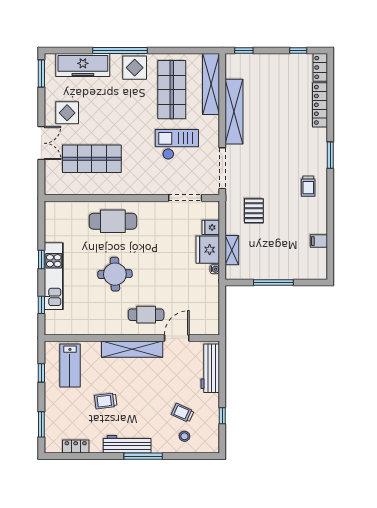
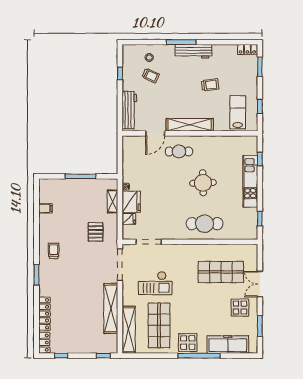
window: (41, 74) -> (260, 326), moved
window: (41, 260) -> (260, 219), moved
locker: (76, 447) -> (247, 50), moved

